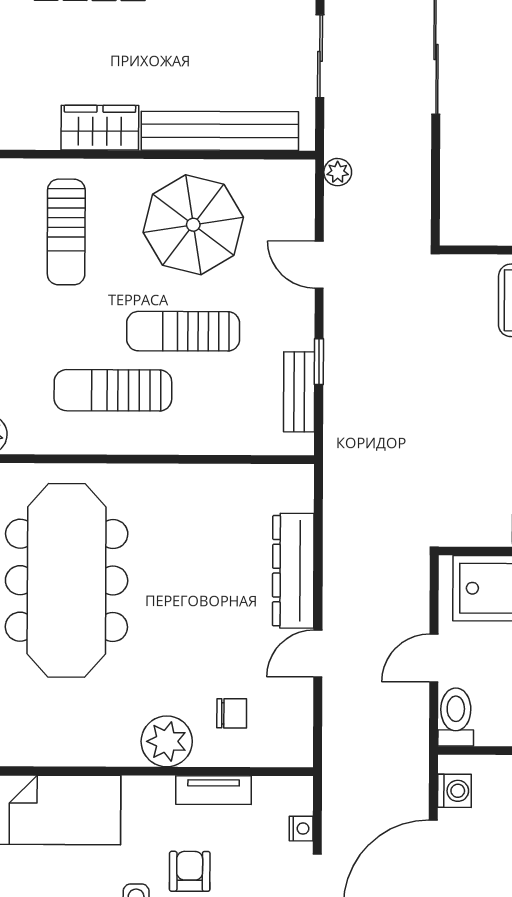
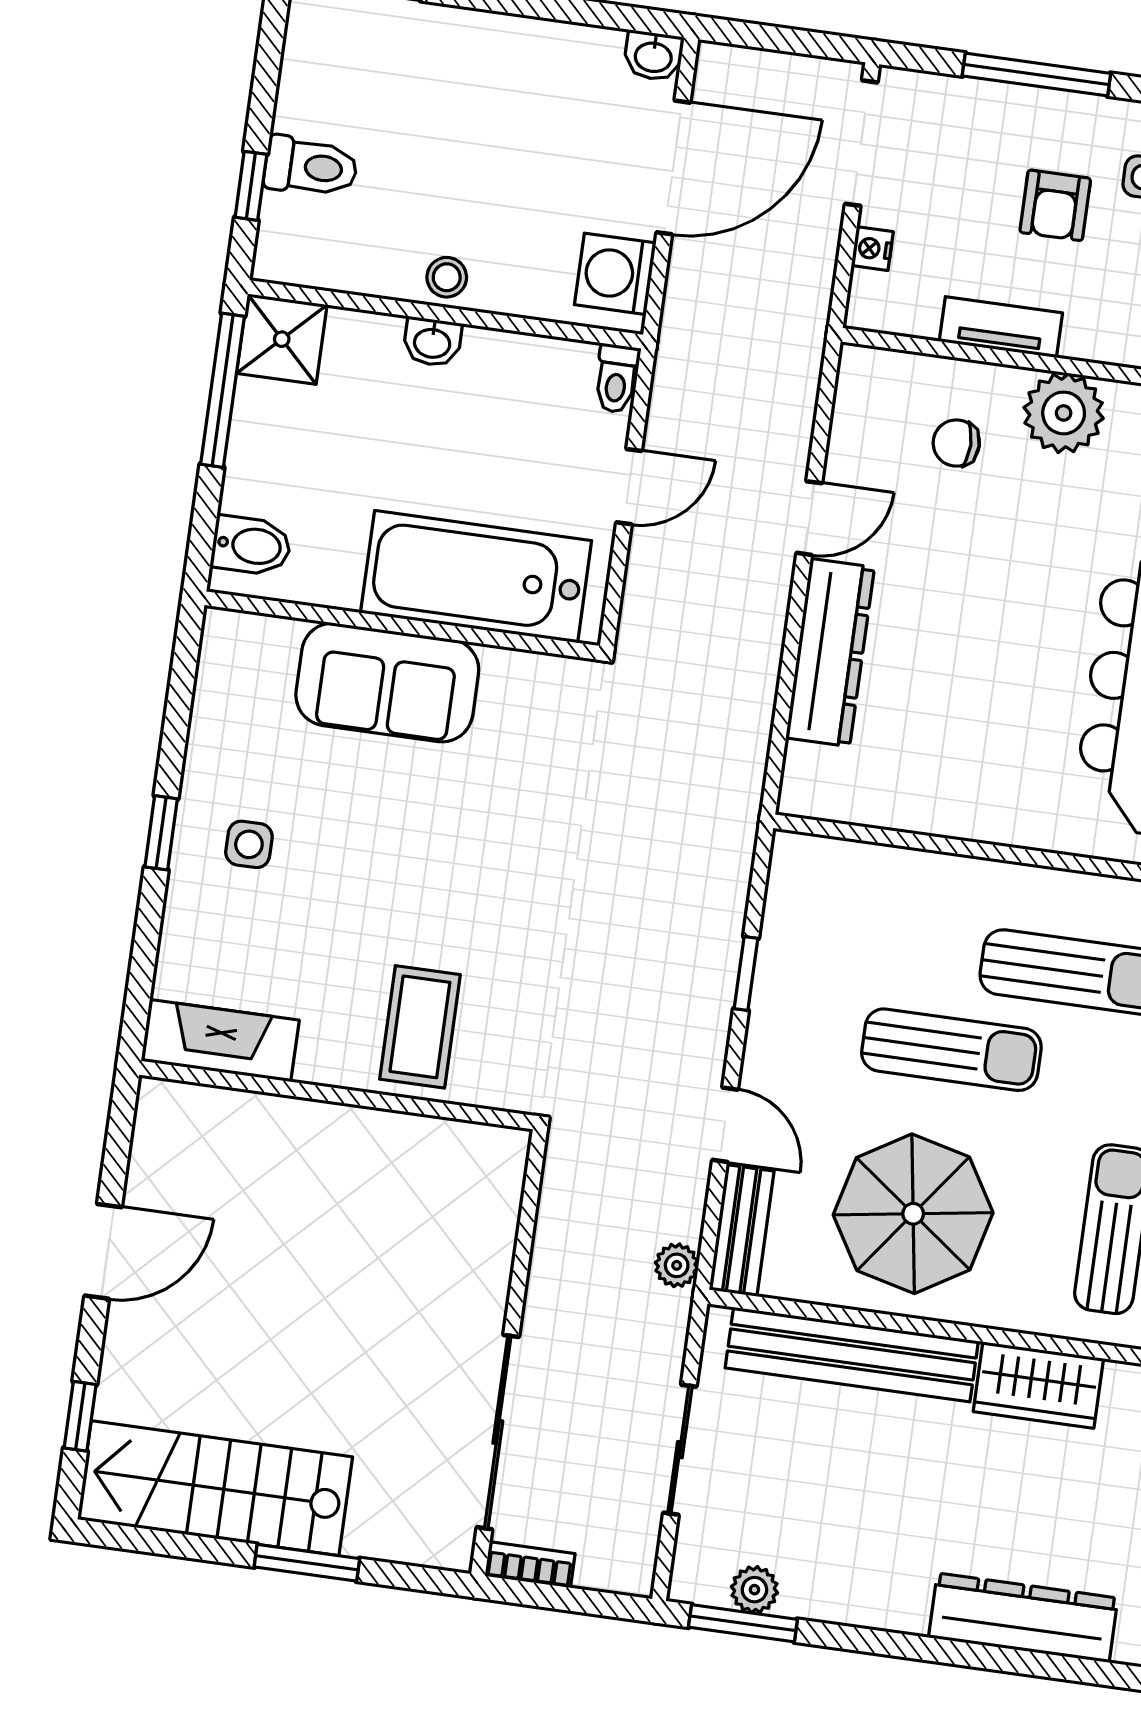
bench: (299, 392) -> (742, 1231), moved
toilet: (456, 717) -> (617, 378), width x0.73, depth x0.72
washing machine: (454, 791) -> (615, 274), width x1.38, depth x1.38

